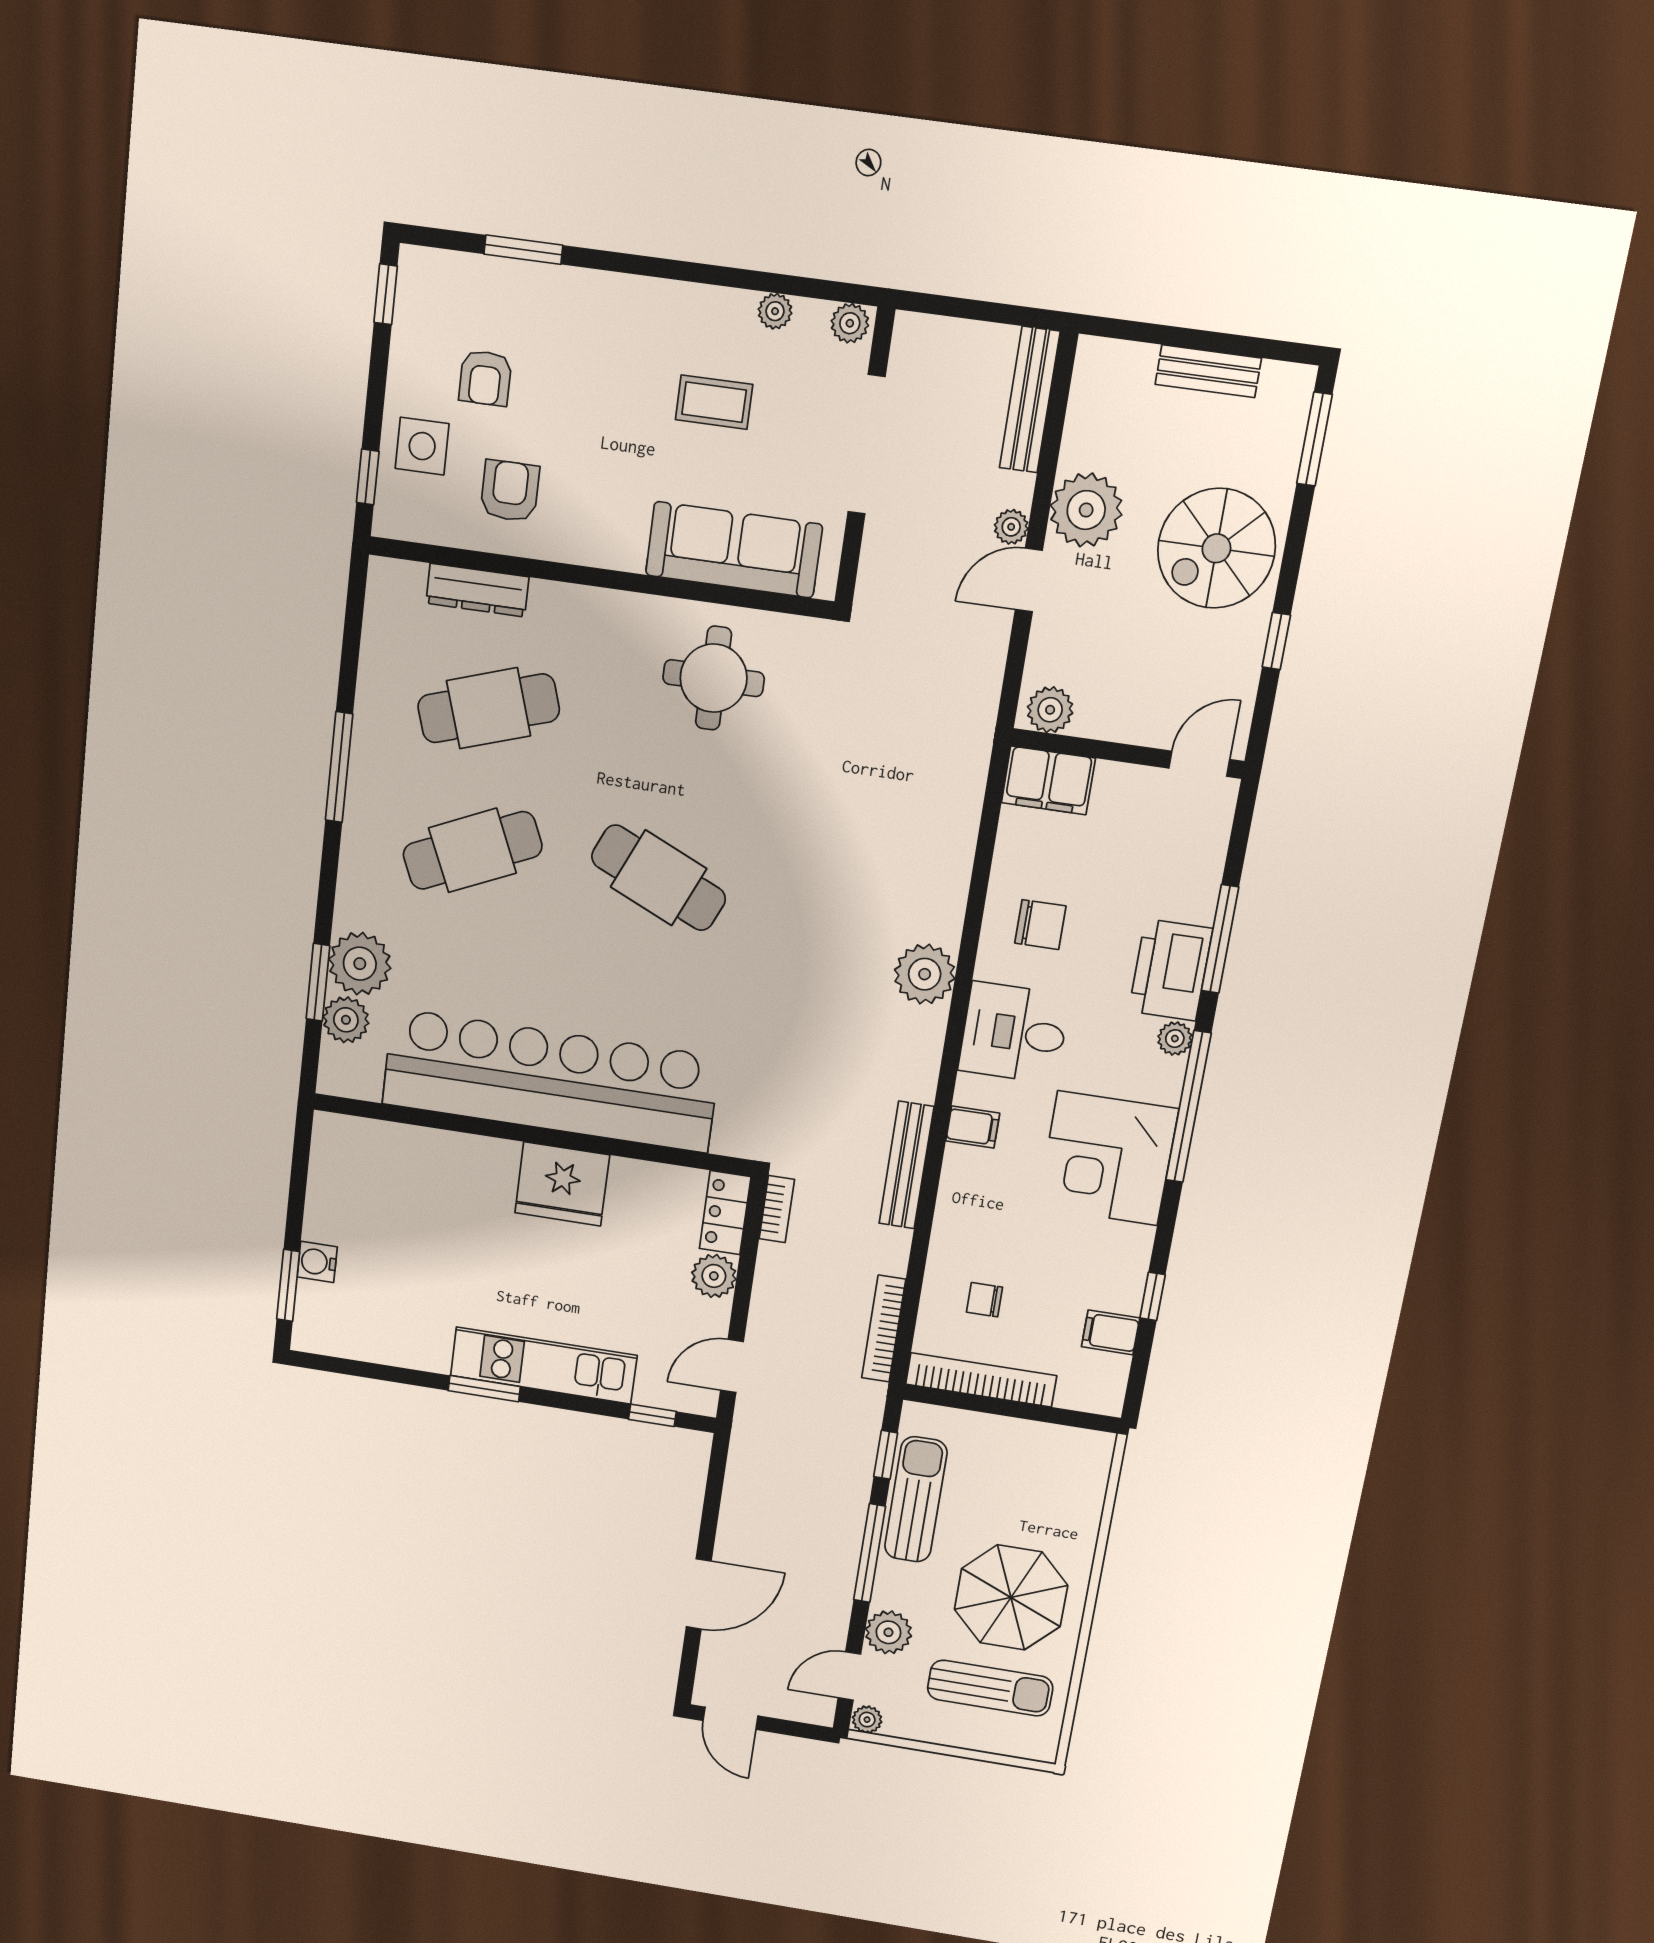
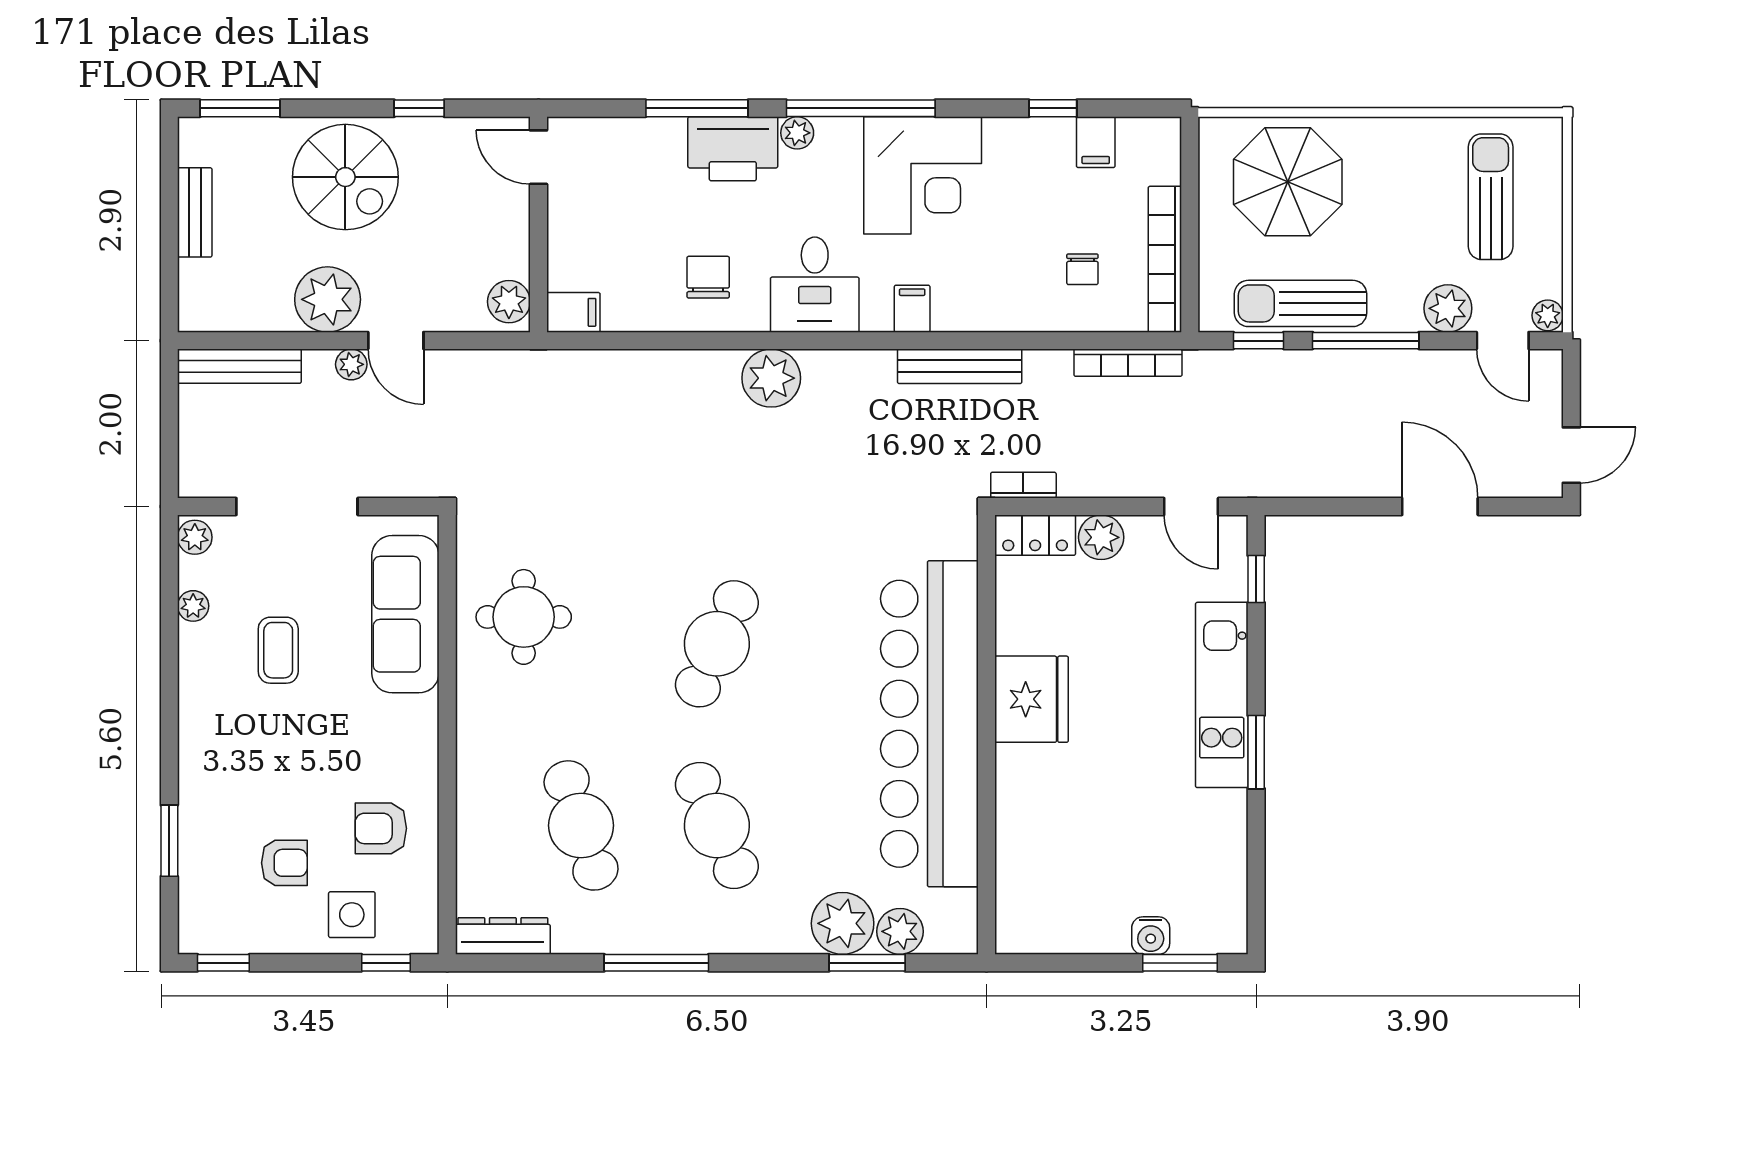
dresser: (477, 590) -> (503, 936), moved, turned -90
filing cabinet: (1048, 780) -> (573, 312), width x0.50
parasol: (1011, 1598) -> (1288, 182), moved

